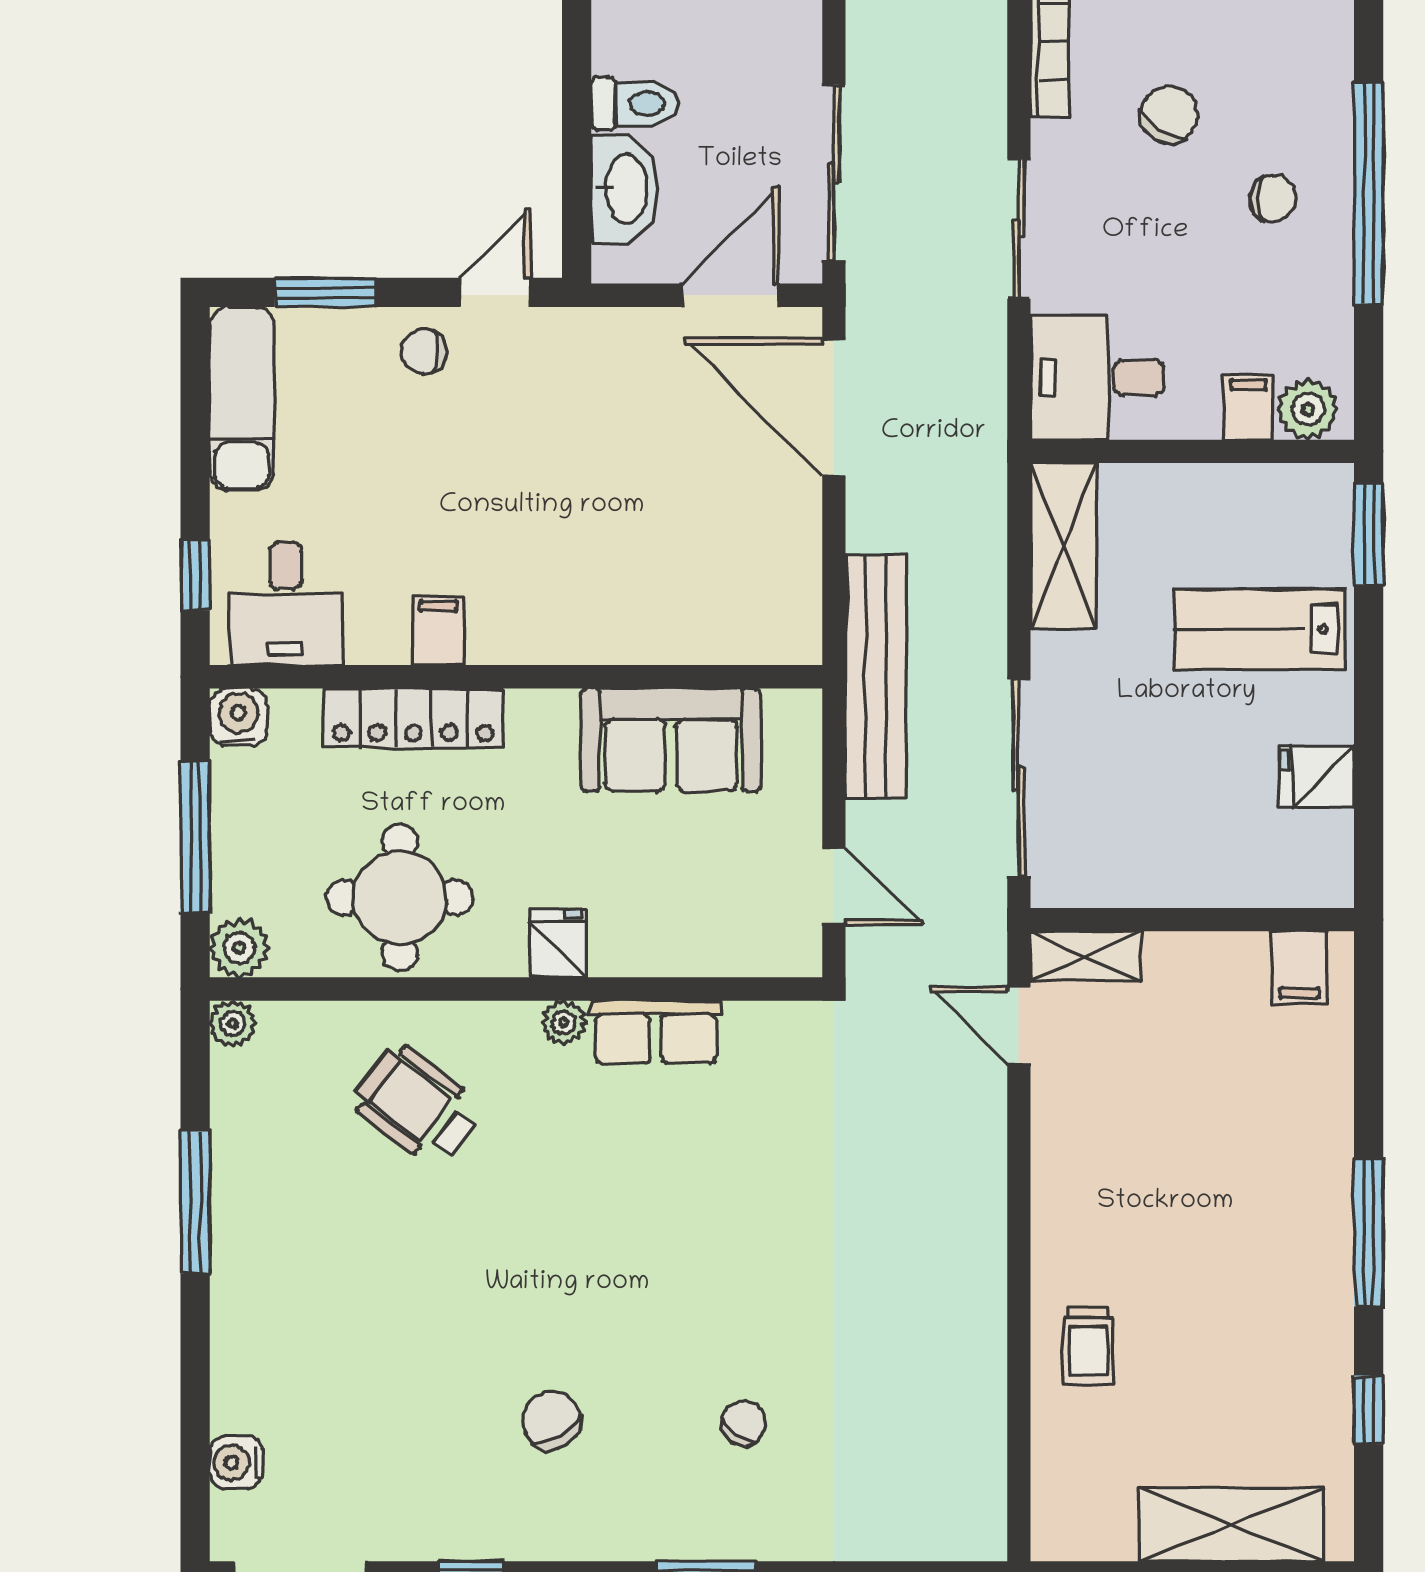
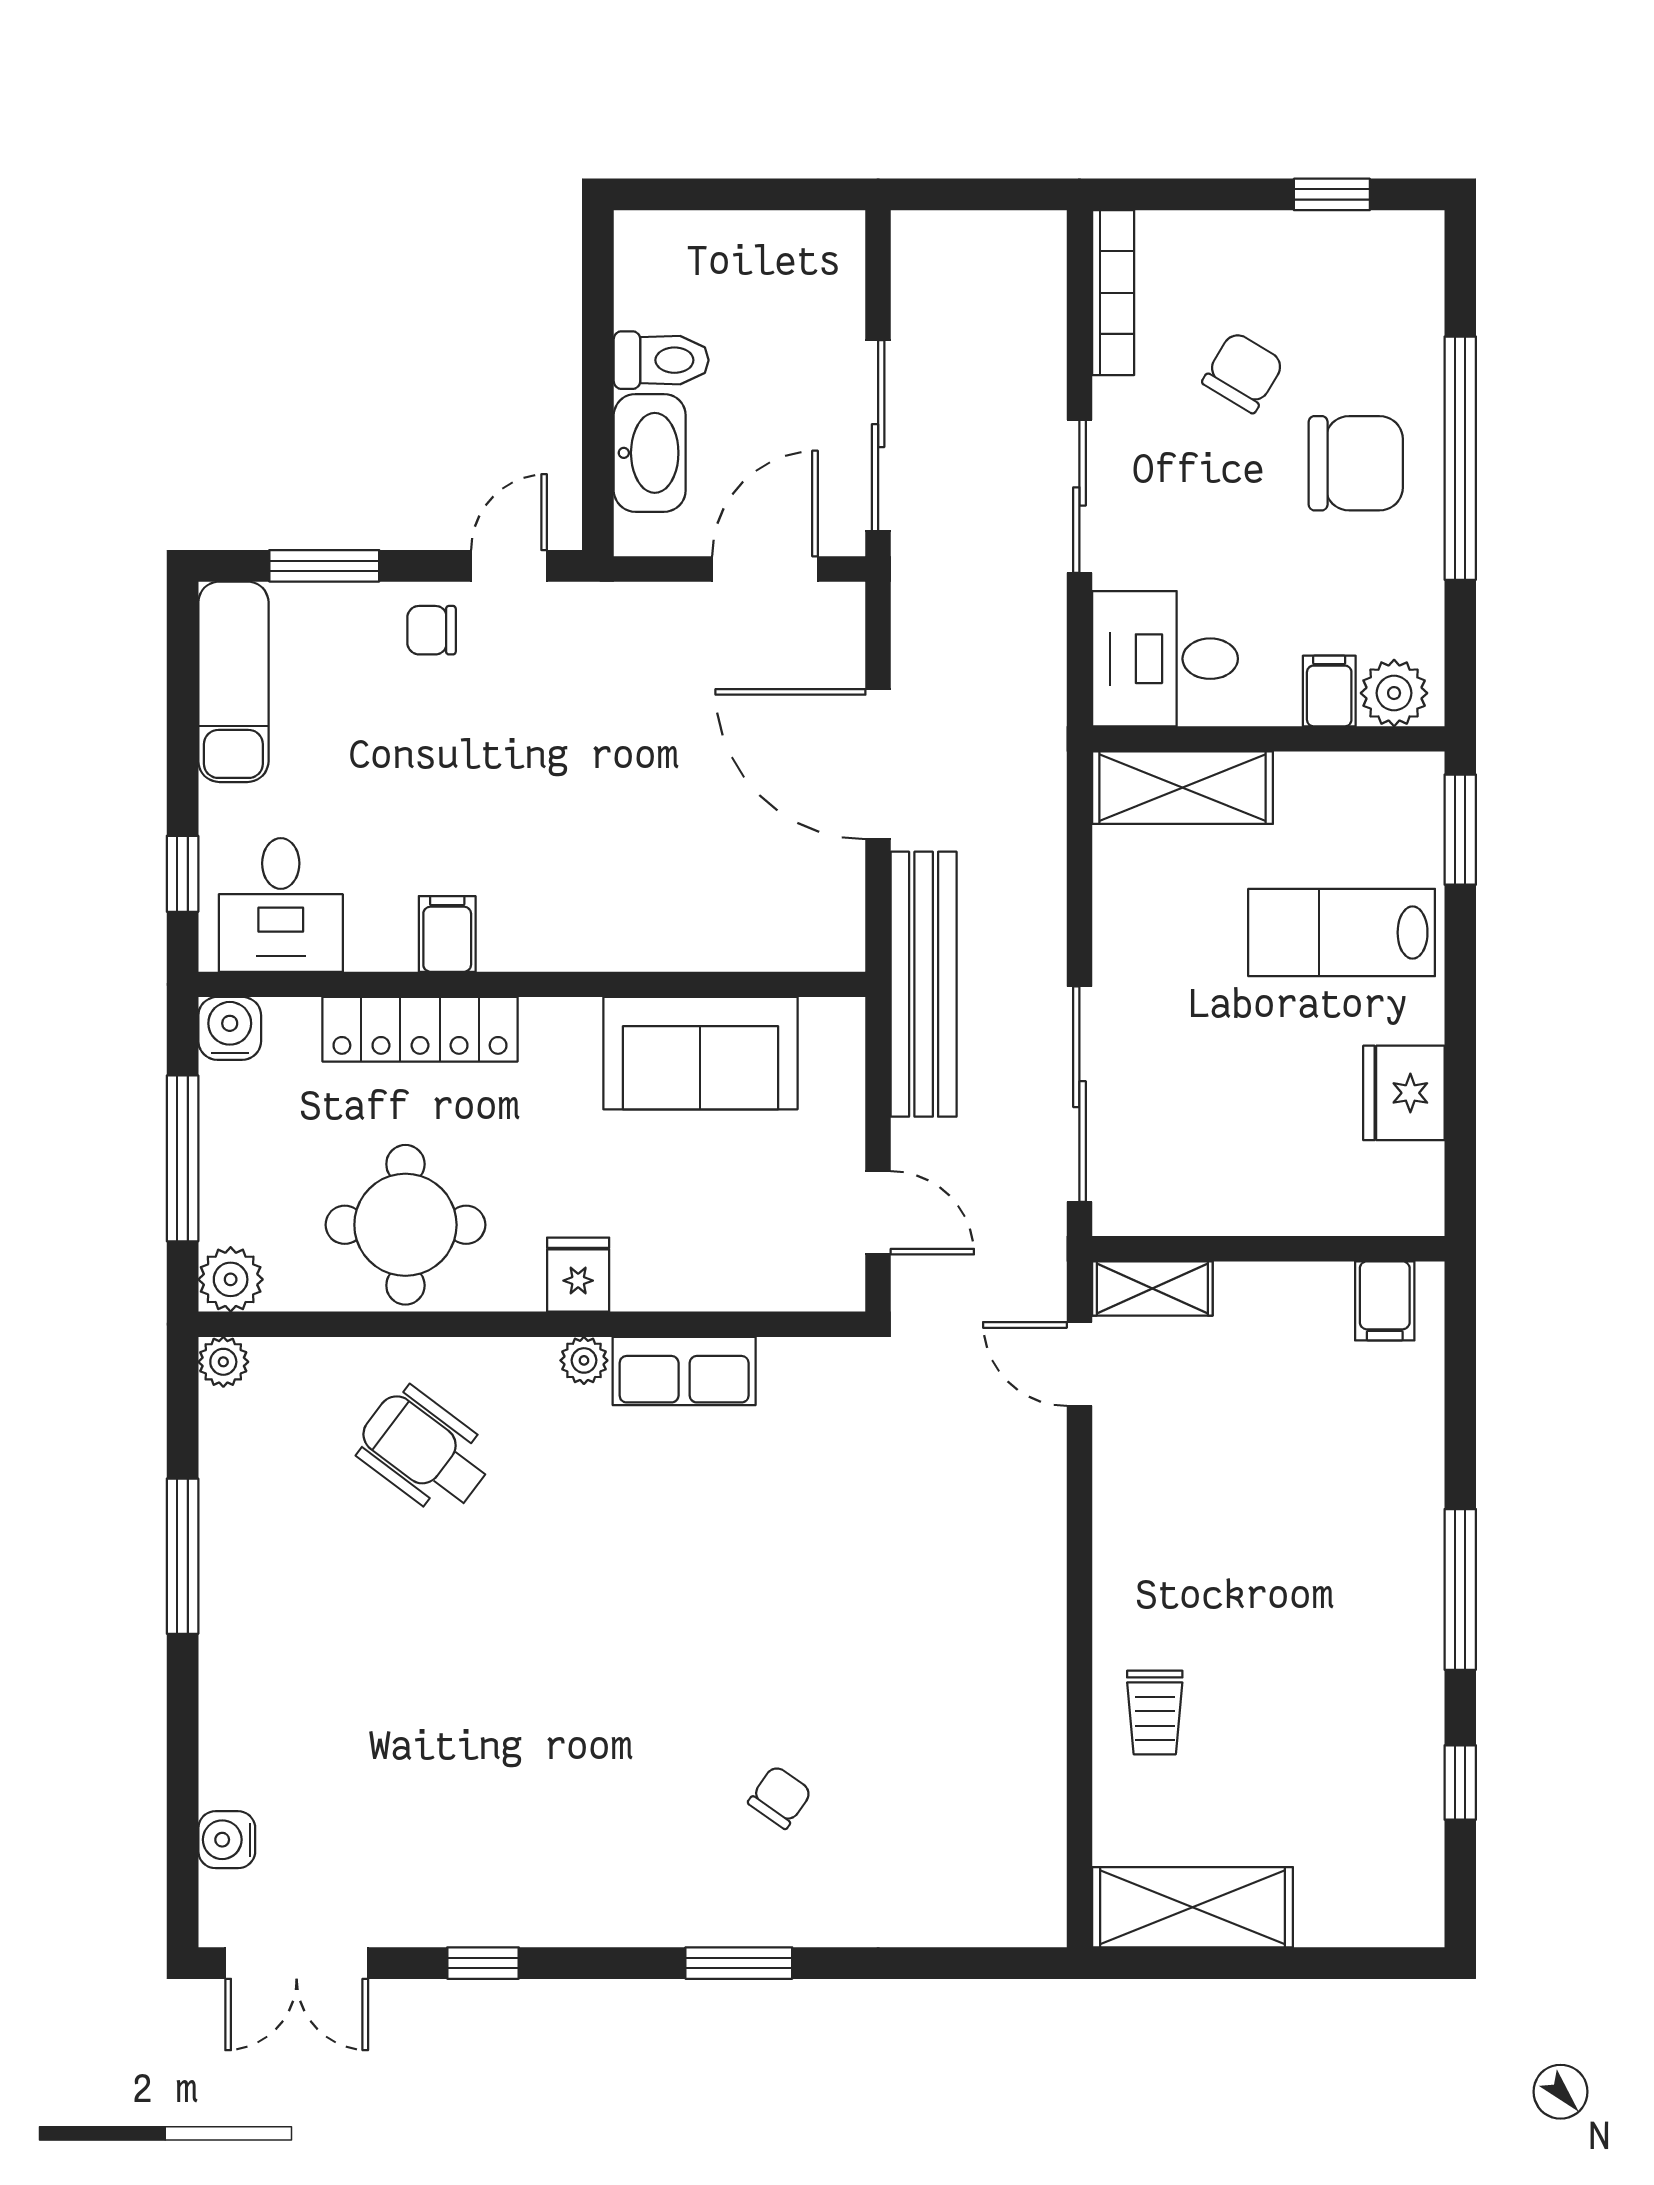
chair: (1273, 198) -> (1356, 463), width x1.87, depth x1.87
door: (834, 407) -> (878, 764), moved
shelving: (1064, 546) -> (1182, 788), moved, turned 90
fridge: (1317, 777) -> (1404, 1093), width x1.38
chair: (551, 1420) -> (570, 1793), removed
shelving: (1232, 1524) -> (1192, 1907), moved

